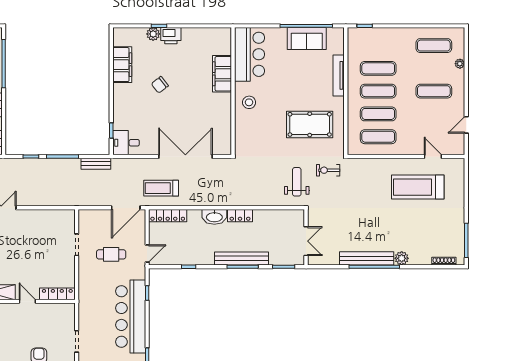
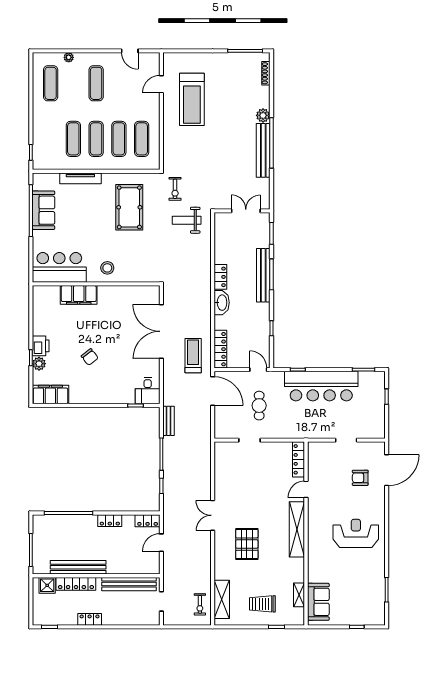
filing cabinet: (122, 65) -> (50, 395), moved
treadmill: (161, 188) -> (193, 356), turned 180

